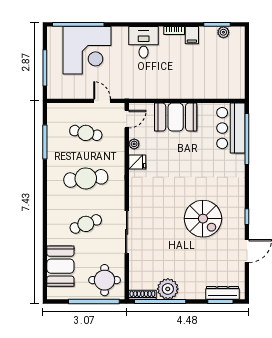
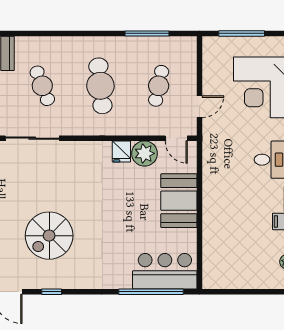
plant: (134, 144) -> (145, 153), width x1.87, depth x1.87

